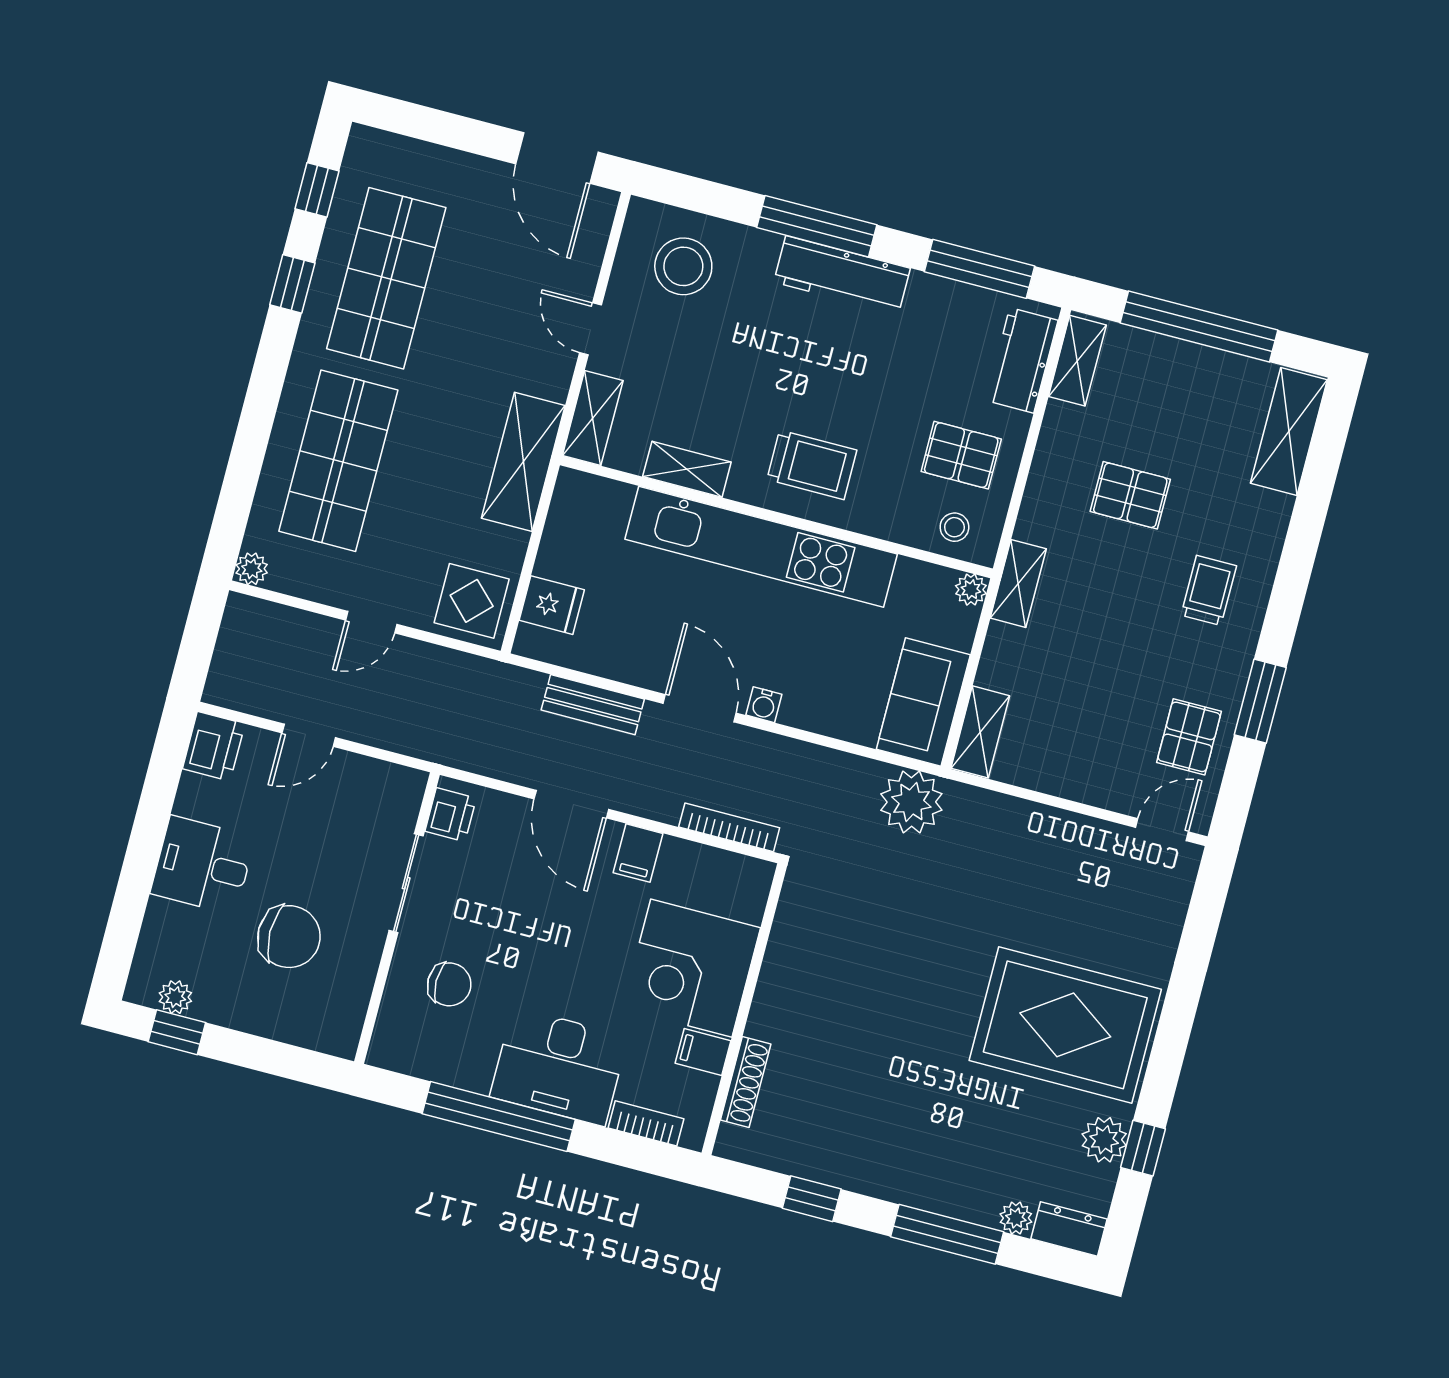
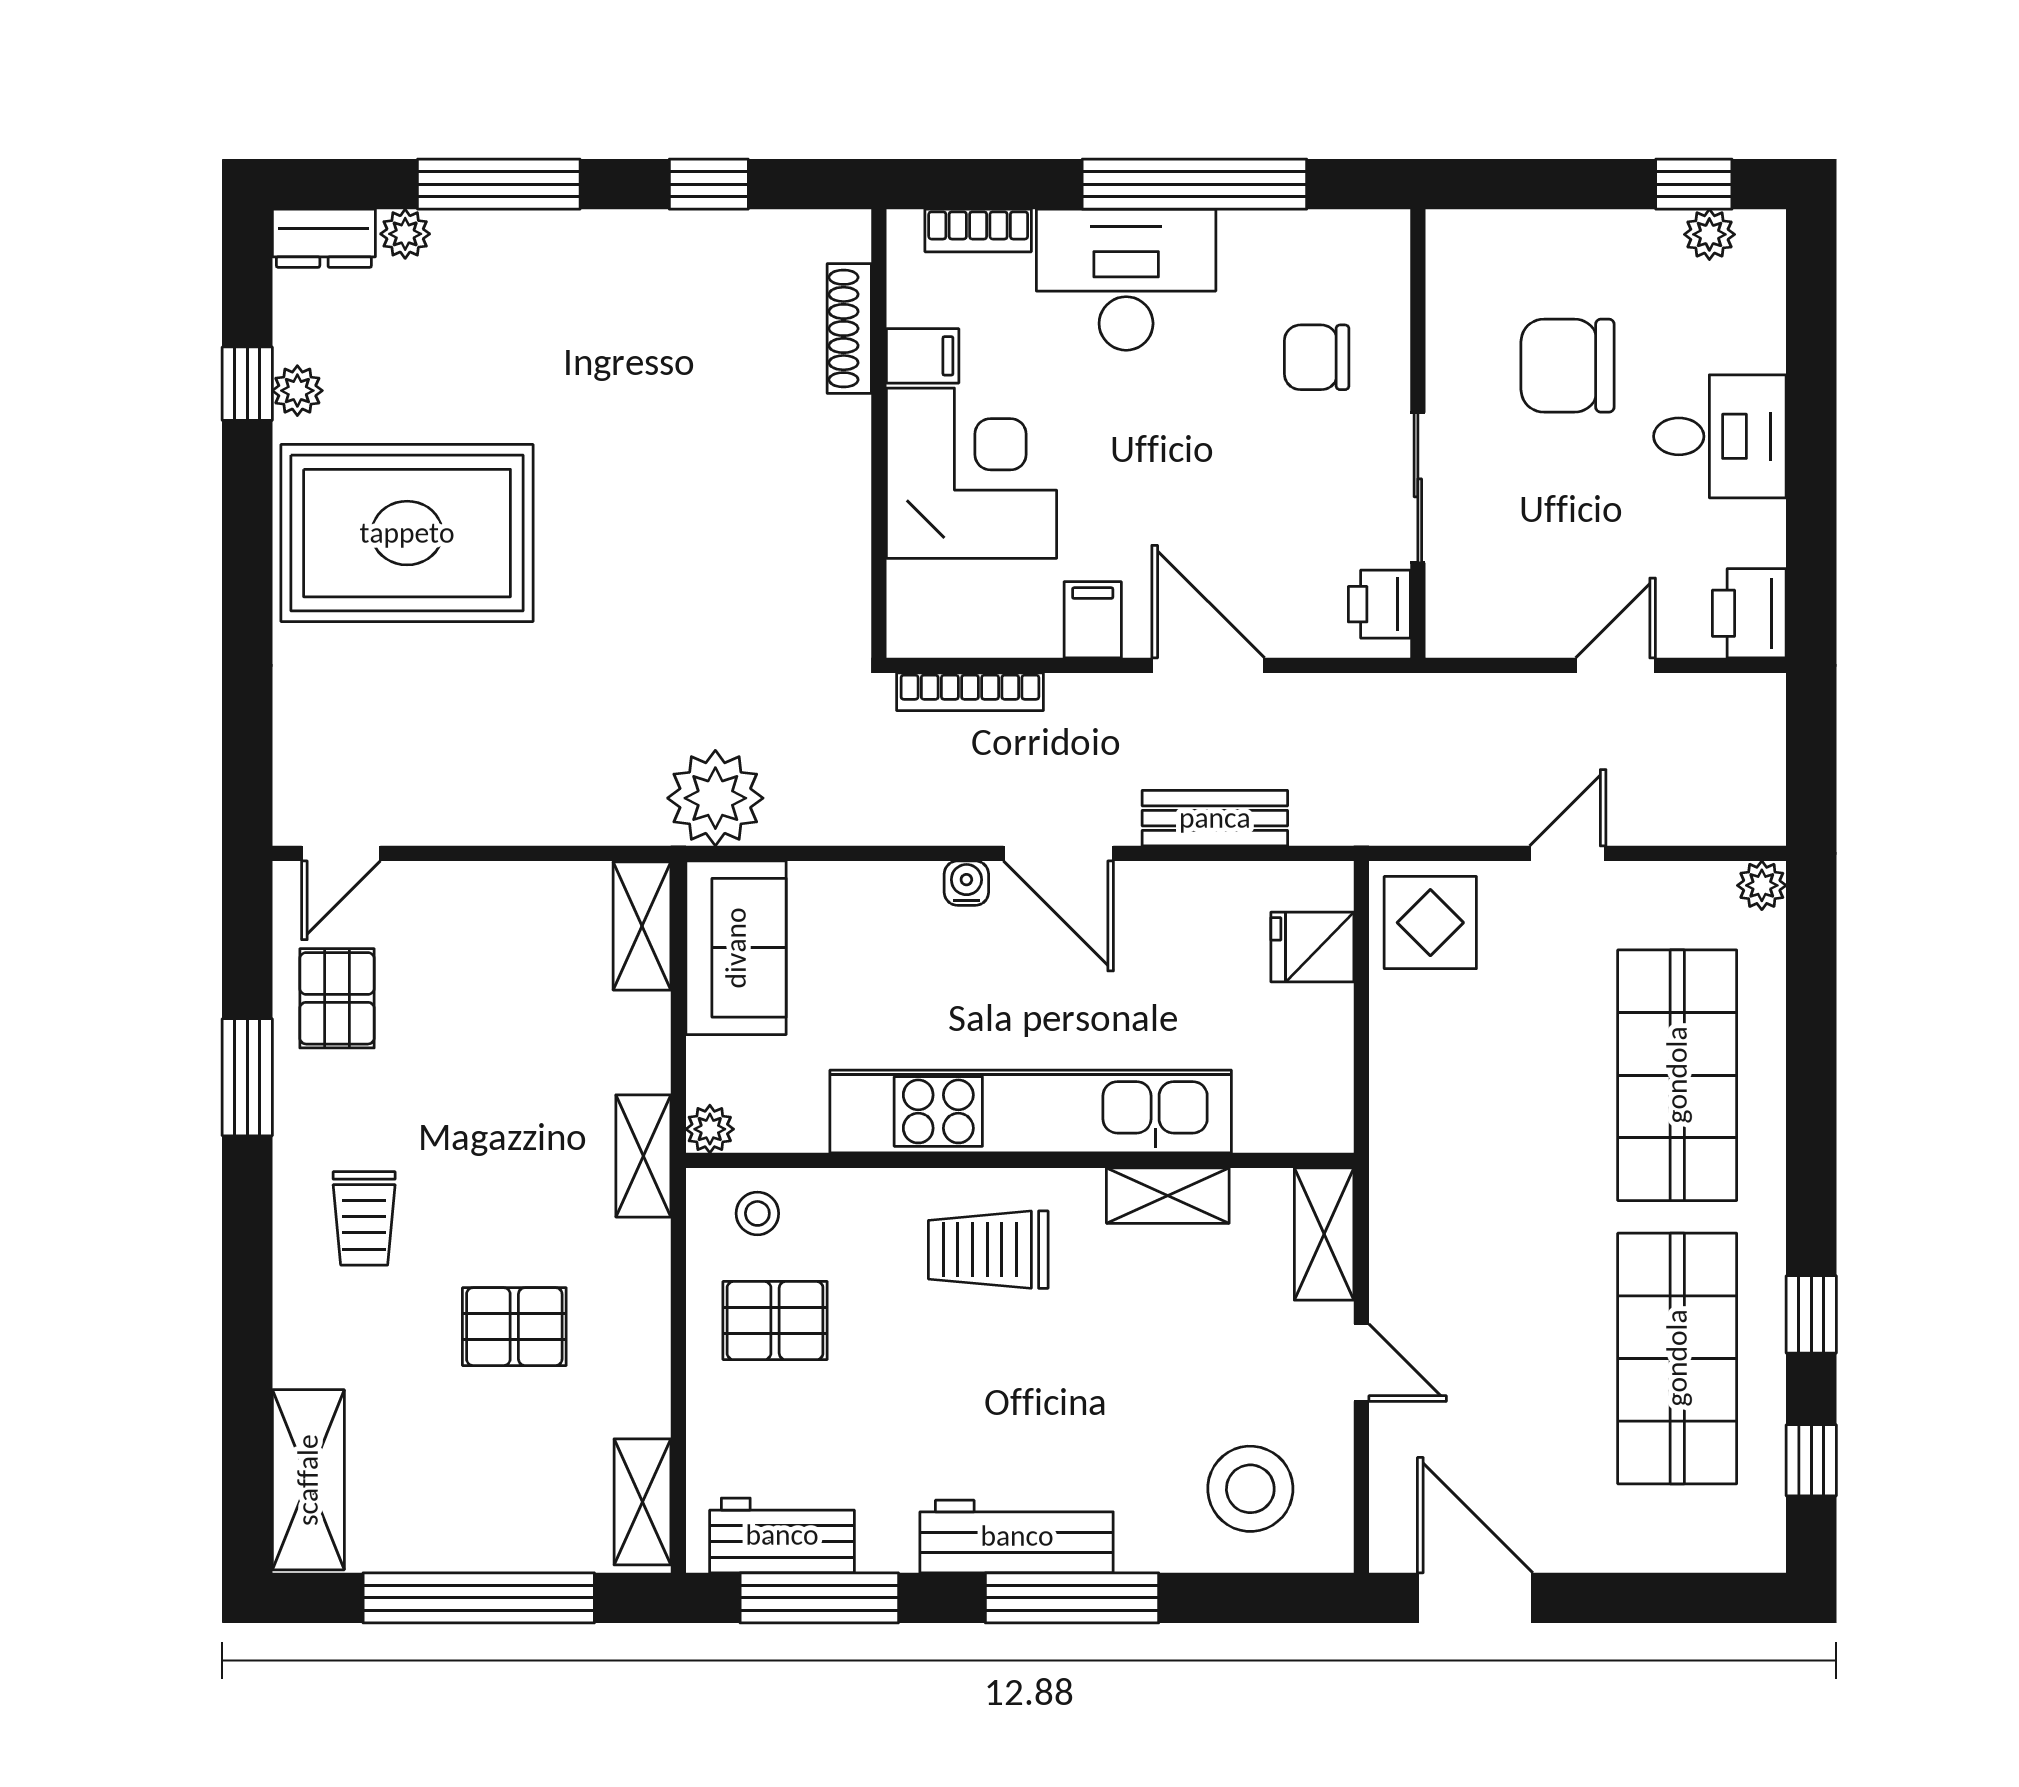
workbench: (1022, 360) -> (782, 1535), moved, turned -90
shelving: (523, 462) -> (1408, 1144), removed
plant: (1104, 1140) -> (297, 391), width x0.73, depth x0.73

